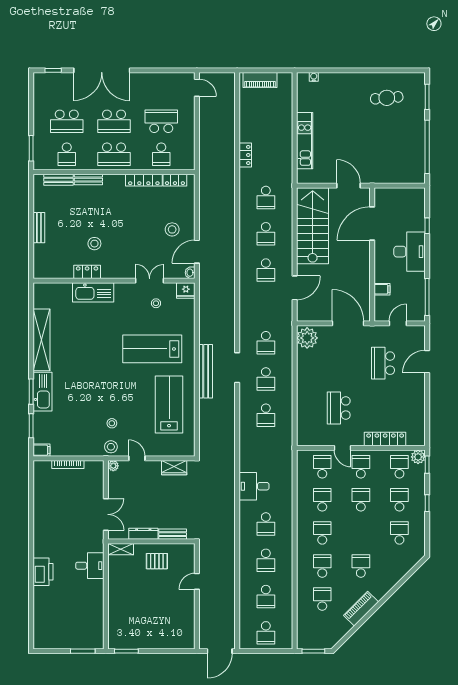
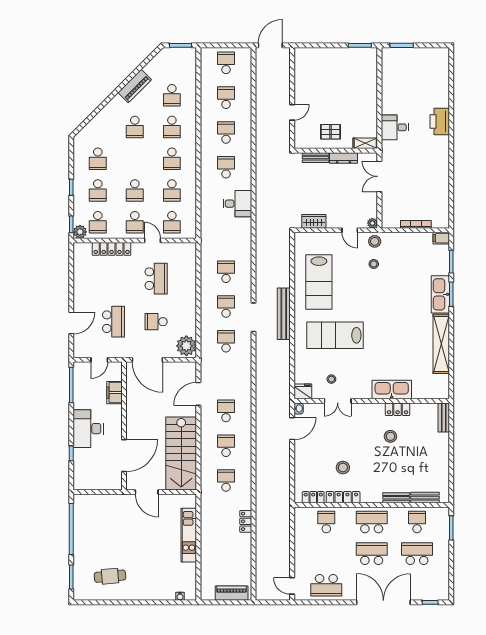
school desk: (161, 121) -> (326, 585), moved
bench: (39, 228) -> (444, 417), moved
stool: (172, 229) -> (343, 468), moved
filing cabinet: (382, 289) -> (114, 393), width x2.00
lab bench: (152, 349) -> (335, 335), turned 180
school desk: (339, 363) -> (156, 322), added

